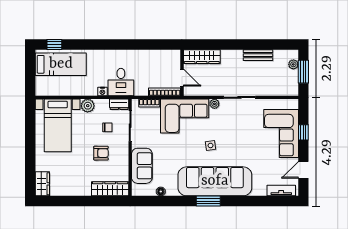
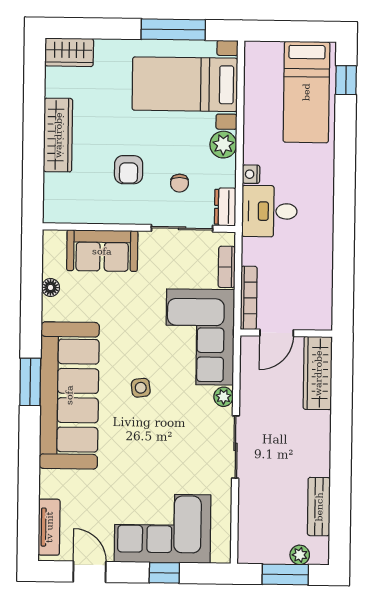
bench: (258, 55) -> (319, 507), moved
window: (30, 132) -> (173, 30), added
wardrobe: (110, 189) -> (58, 135), moved

